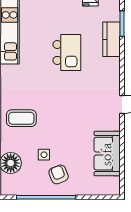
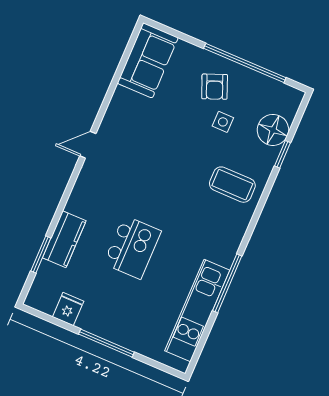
kitchen island: (67, 52) -> (132, 247), turned 180
sofa: (107, 154) -> (148, 60), moved

